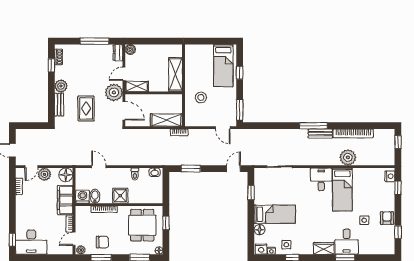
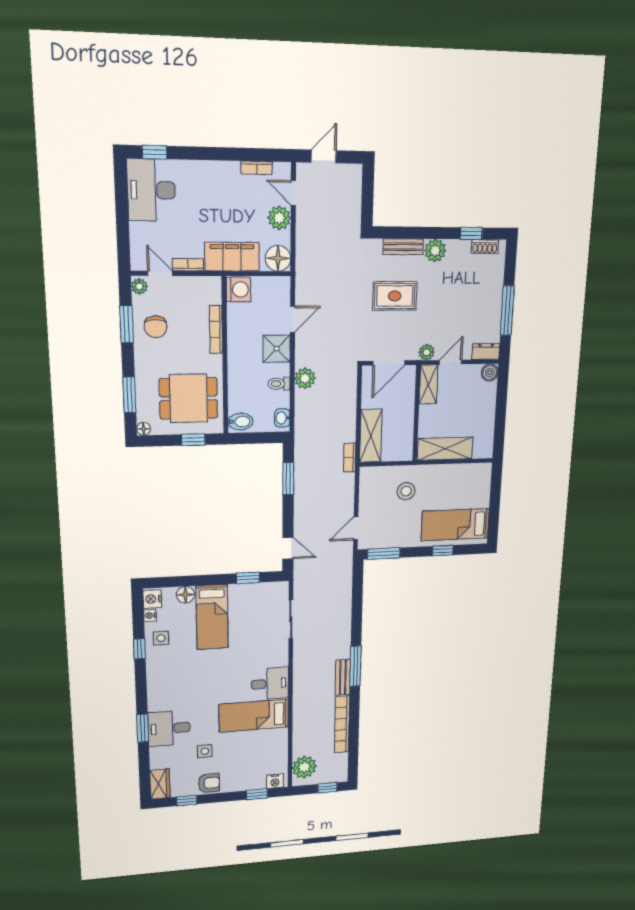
door: (124, 74) -> (450, 362), hinge flipped
plant: (114, 92) -> (427, 352), width x0.53, depth x0.53
plant: (348, 157) -> (304, 767), moved
plant: (132, 159) -> (305, 378), added
bidet: (95, 196) -> (240, 422), moved
shower: (120, 196) -> (277, 349), moved
wardrobe: (324, 248) -> (160, 784), moved

